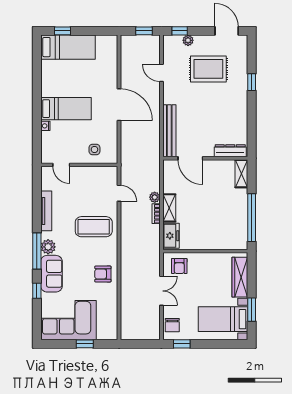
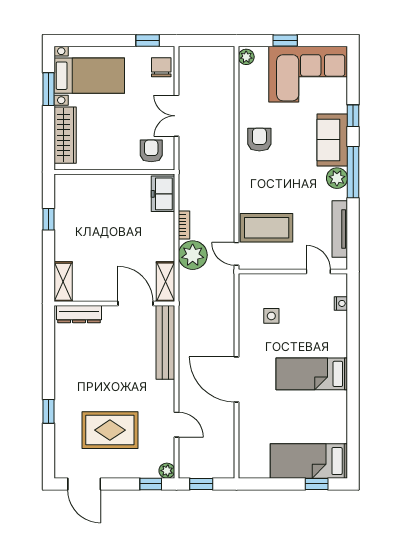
plant: (188, 40) -> (167, 471), moved
nightstand: (45, 126) -> (341, 303), moved
door: (61, 165) -> (318, 272), moved
wall: (79, 165) -> (293, 272), moved
plant: (155, 197) -> (193, 255), width x1.87, depth x1.87
shelving: (169, 208) -> (166, 282), moved
window: (252, 218) -> (49, 219), width x0.32
coffee table: (94, 227) -> (267, 228), moved
armchair: (103, 274) -> (259, 140), turned -90
plant: (112, 332) -> (246, 57), added

